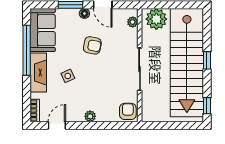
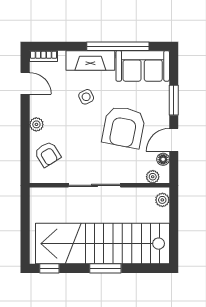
floor lamp: (84, 14) -> (163, 159), moved
plant: (156, 19) -> (162, 200), width x0.53, depth x0.53
armchair: (92, 45) -> (124, 127), width x1.88, depth x1.88
window: (207, 60) -> (105, 268), width x1.50
armchair: (128, 111) -> (48, 154), moved, turned 58

